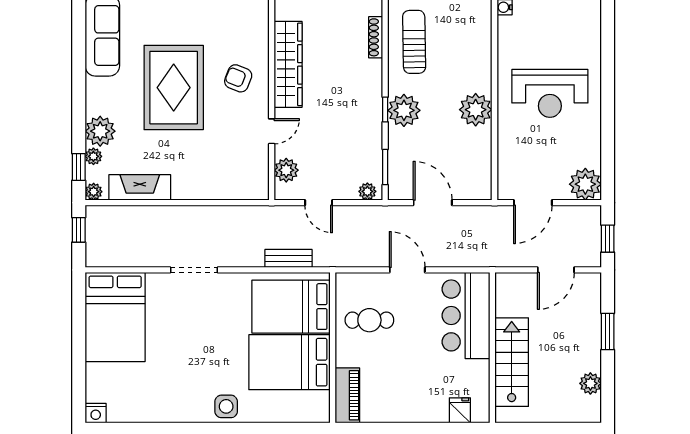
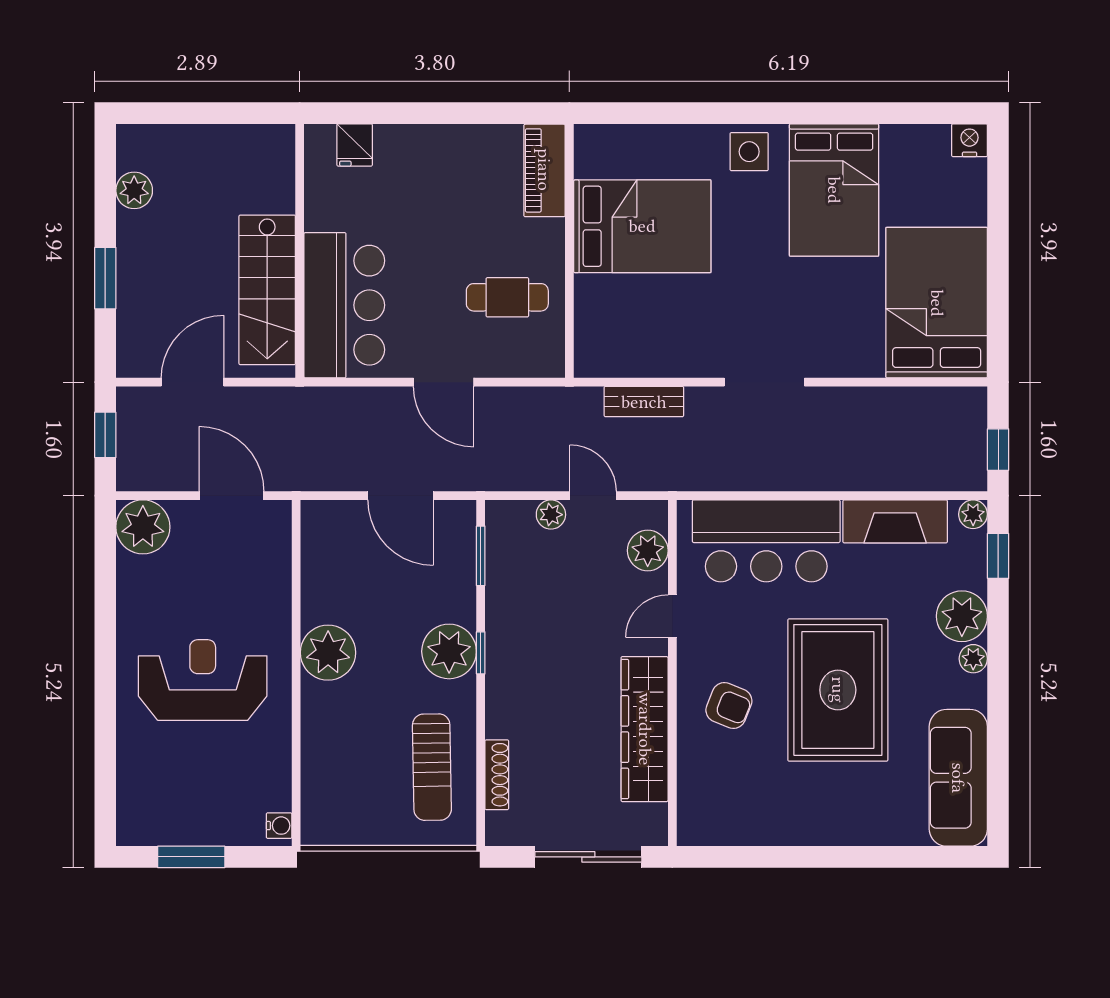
plant: (93, 156) -> (973, 659), moved
bar counter: (216, 176) -> (766, 541), added
plant: (367, 191) -> (551, 515), moved
door: (533, 203) -> (231, 496), hinge flipped
doorway: (194, 270) -> (764, 382), moved
bed: (291, 307) -> (834, 190), moved, turned 90
stairs: (512, 362) -> (267, 290), moved

